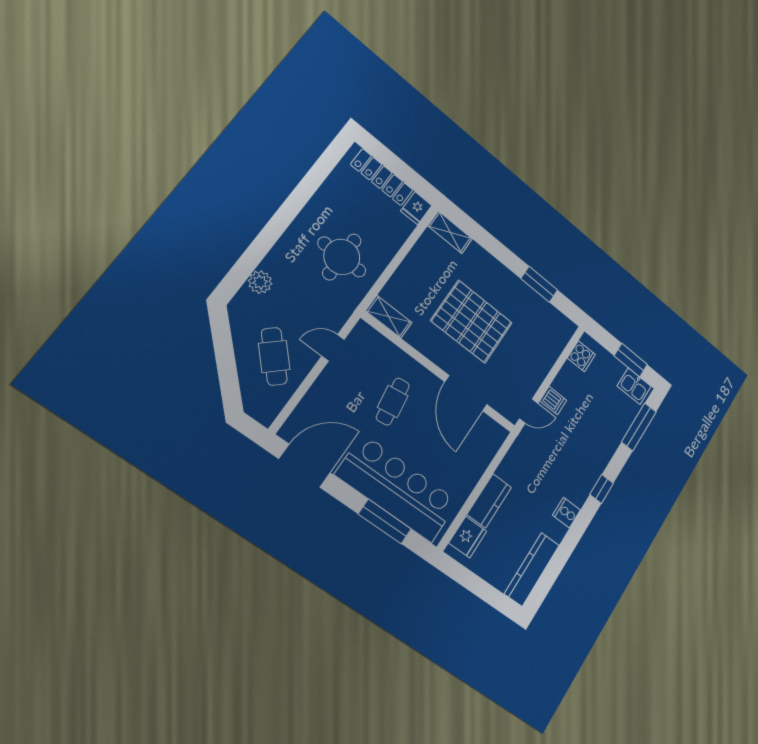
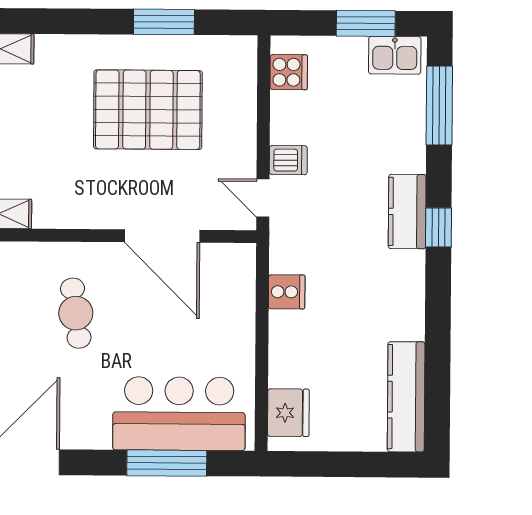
pallet: (472, 322) -> (148, 110), moved
door: (529, 411) -> (263, 198), swing flipped
bar counter: (397, 489) -> (179, 414), width x0.73
kitchen counter: (489, 501) -> (407, 212), moved, turned 180
cooker: (567, 513) -> (287, 292), moved, turned 180

